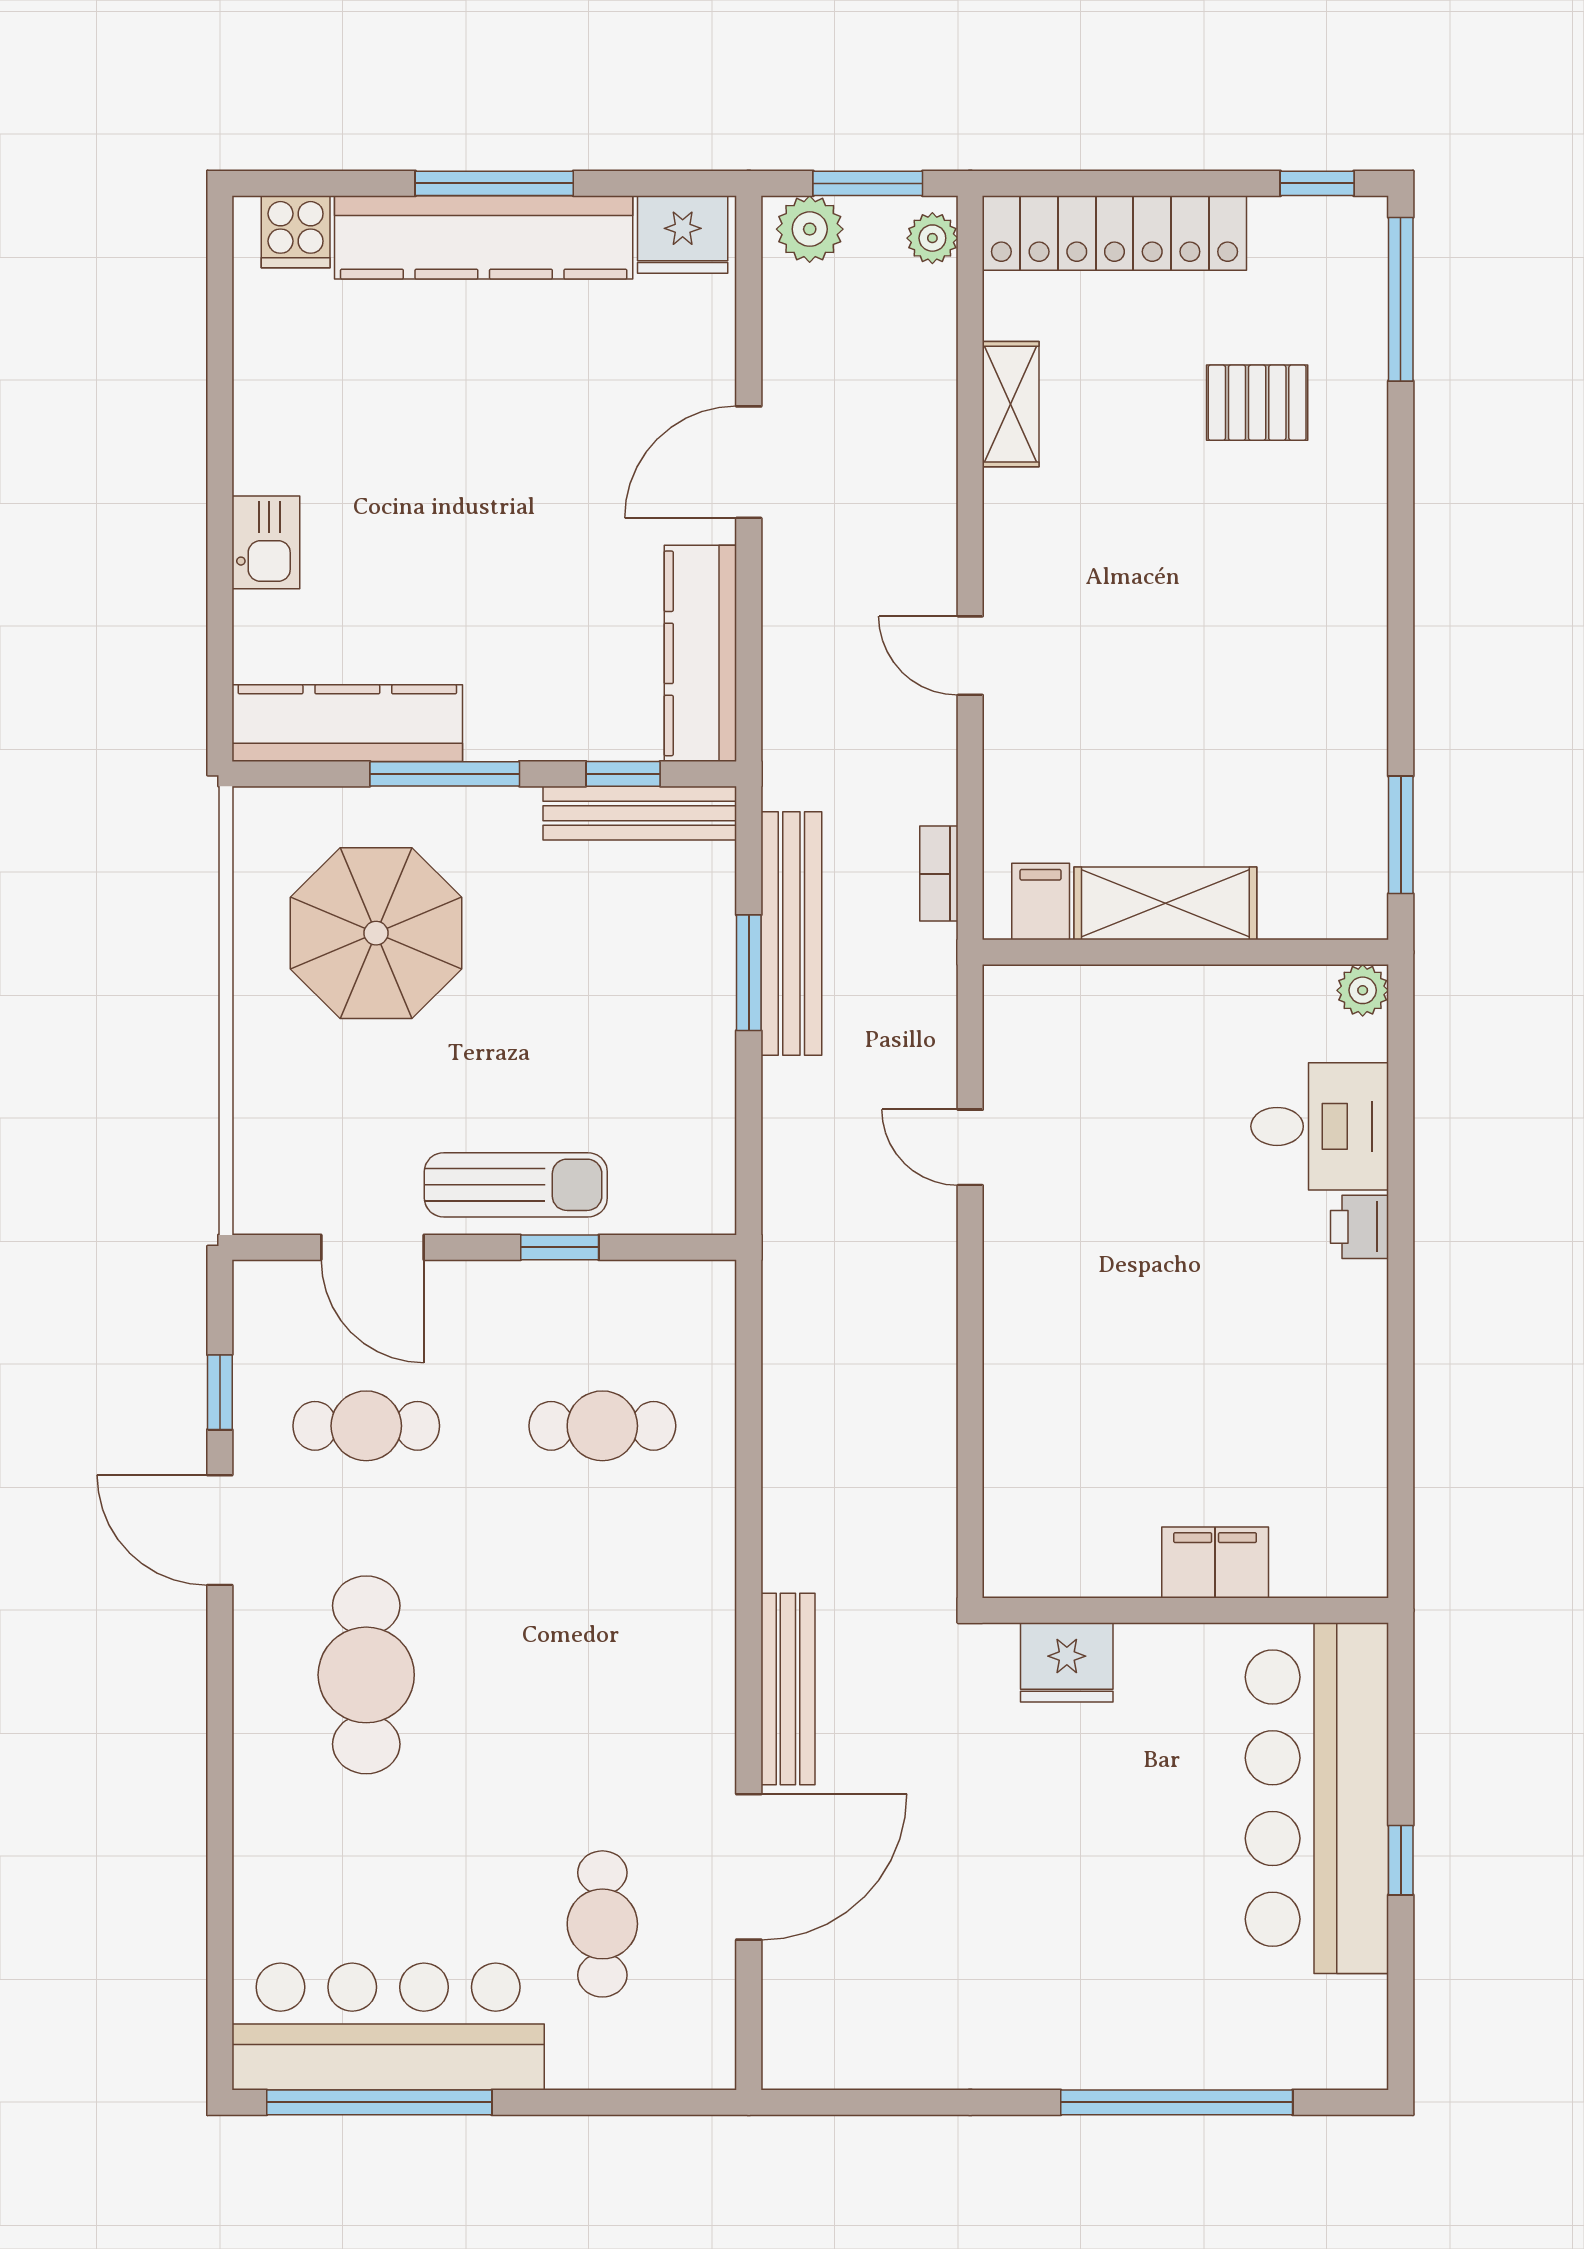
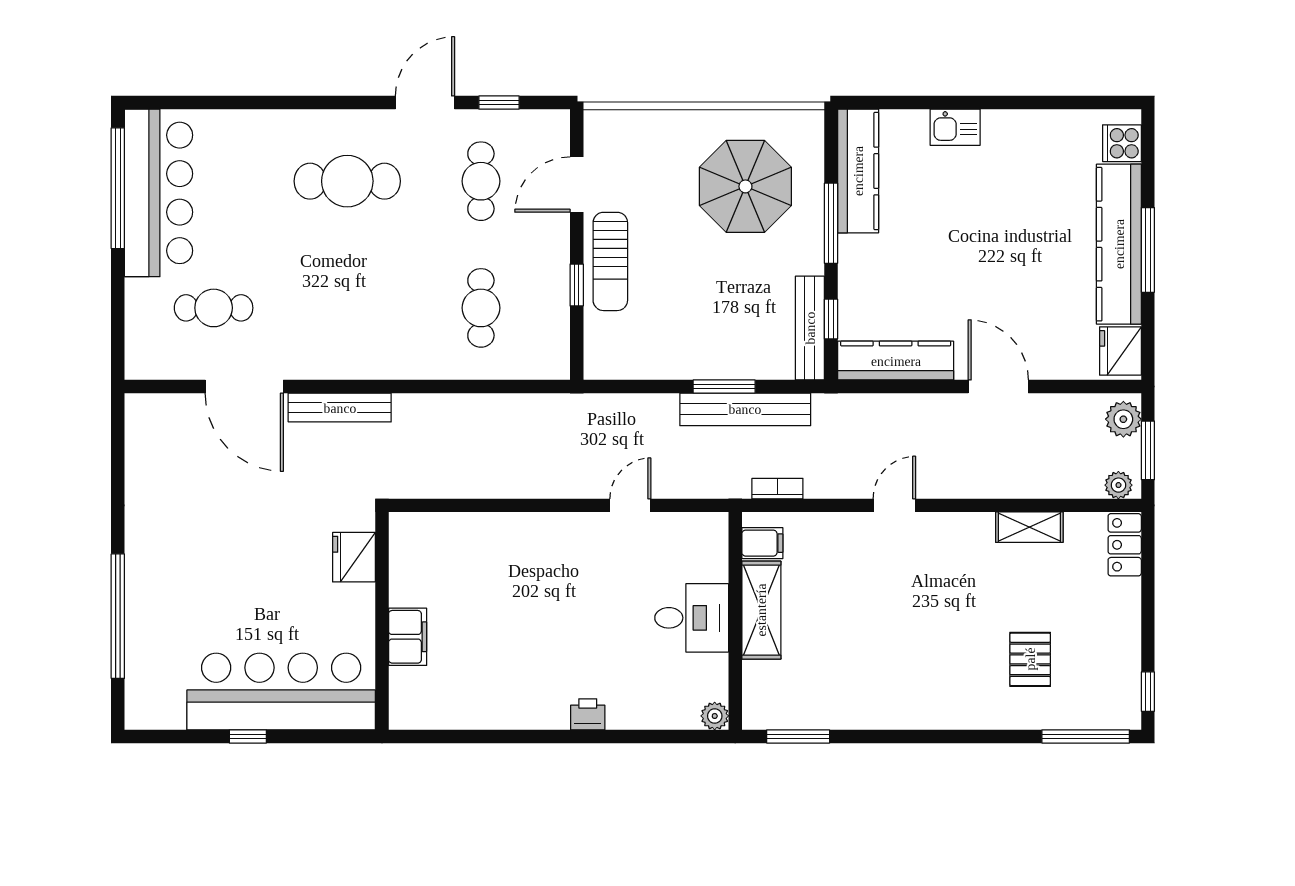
locker: (1114, 233) -> (1125, 545), width x0.46, depth x0.83
desk: (1320, 1126) -> (692, 618), moved, turned -90

